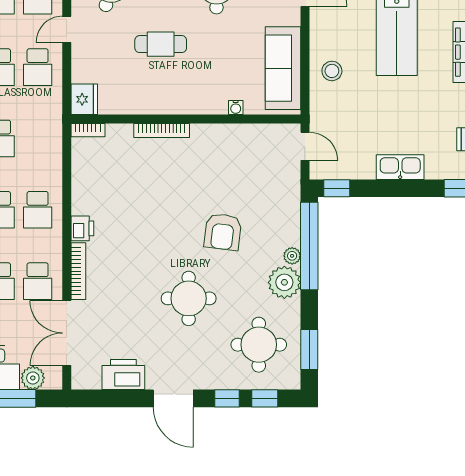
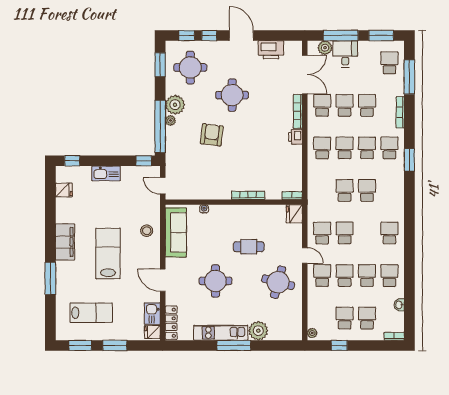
door: (67, 29) -> (305, 256), hinge flipped

